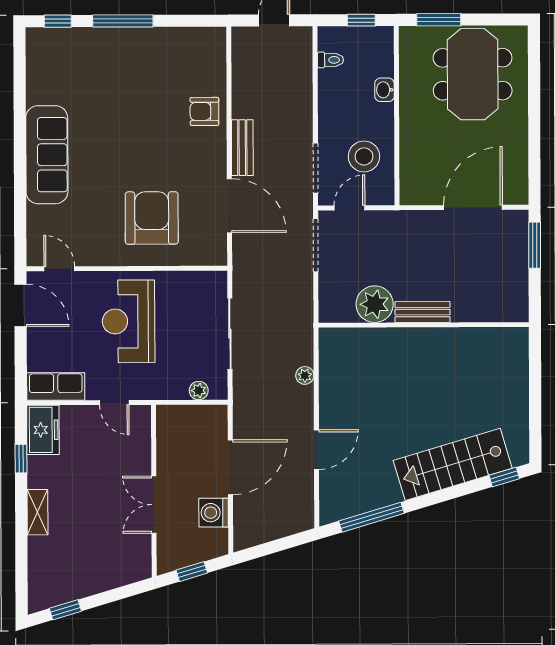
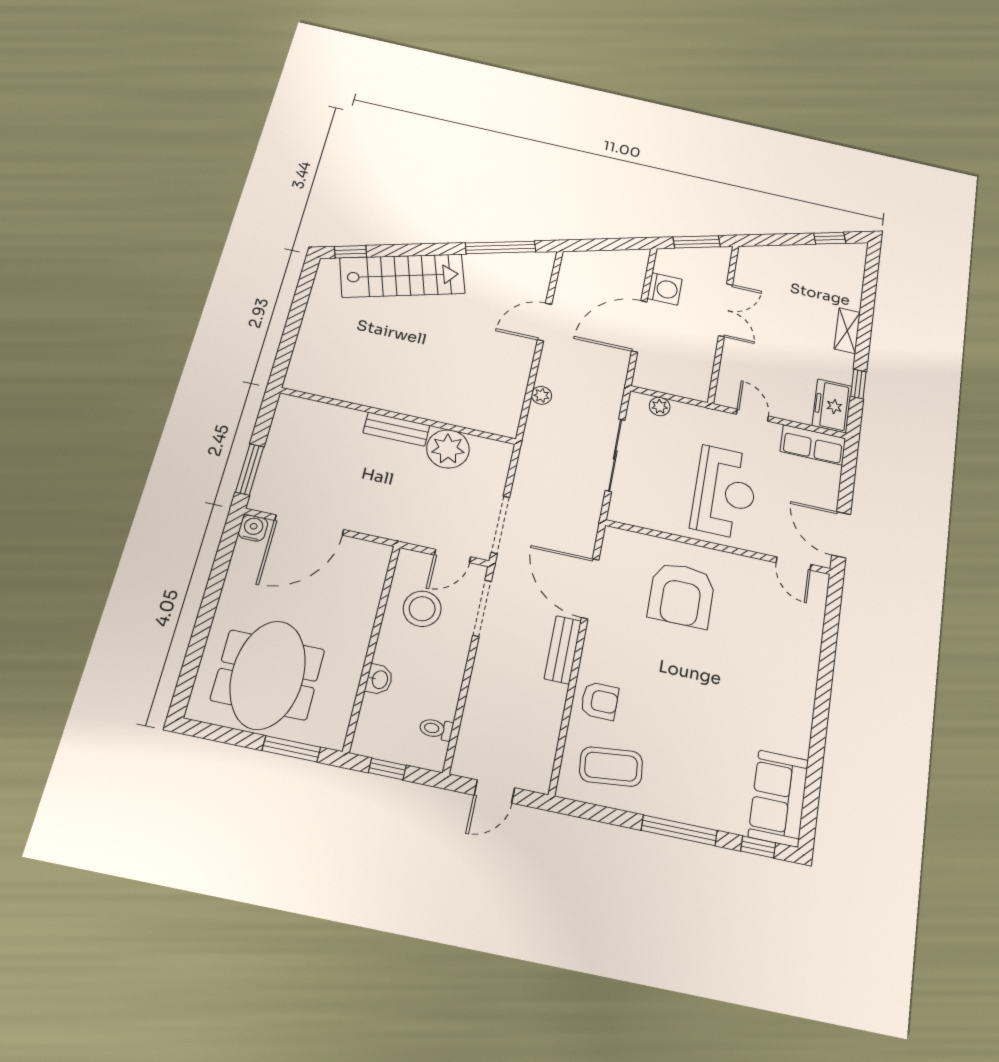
coffee table: (186, 60) -> (611, 767), added
sofa: (47, 155) -> (778, 798), moved, width x0.73
water cooler: (518, 194) -> (253, 528), added
window: (192, 572) -> (697, 242), width x1.50

